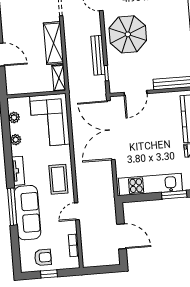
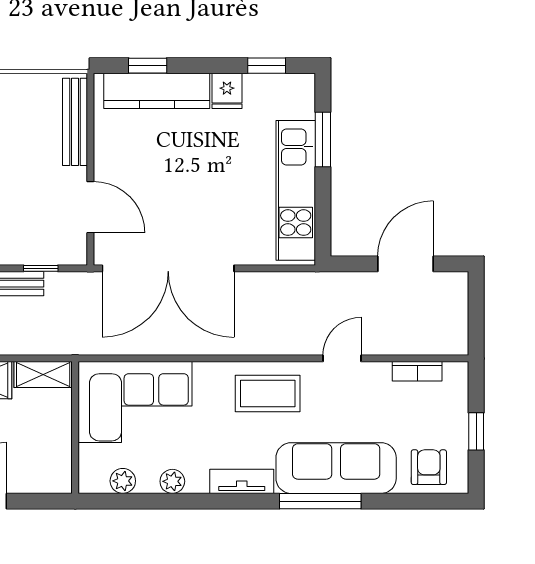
door: (77, 211) -> (342, 358), swing flipped
armchair: (43, 257) -> (429, 467), moved

